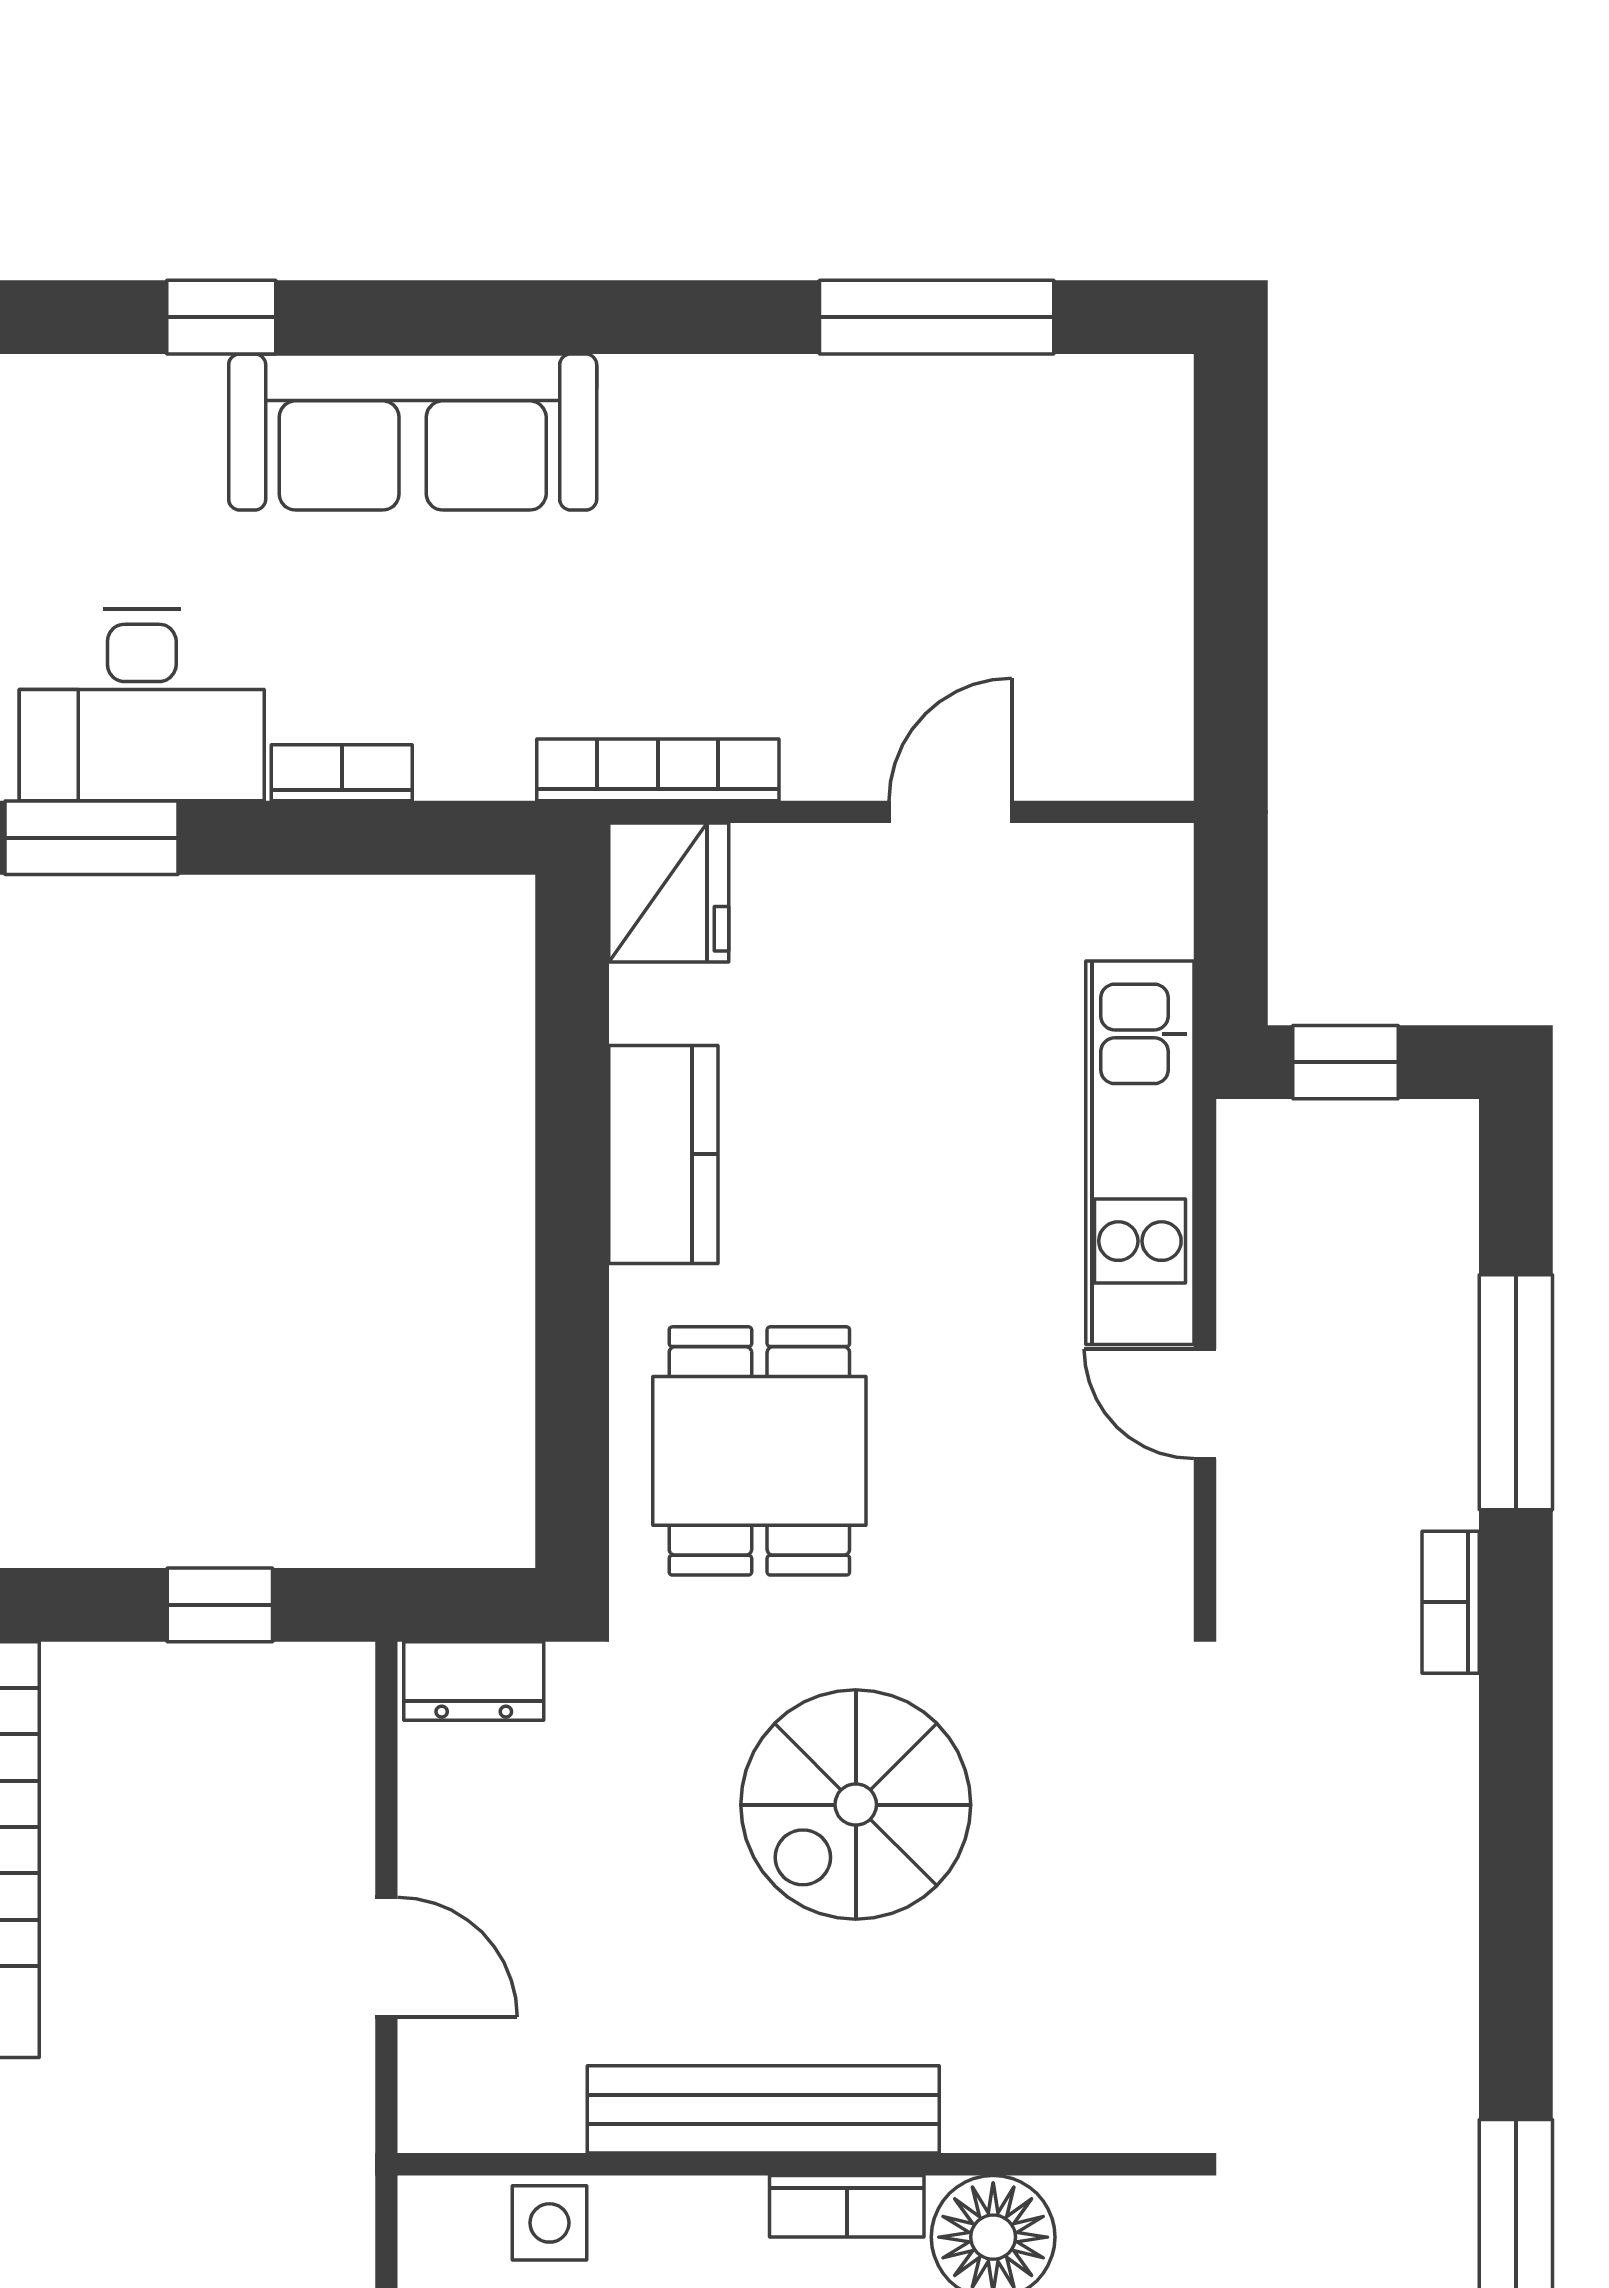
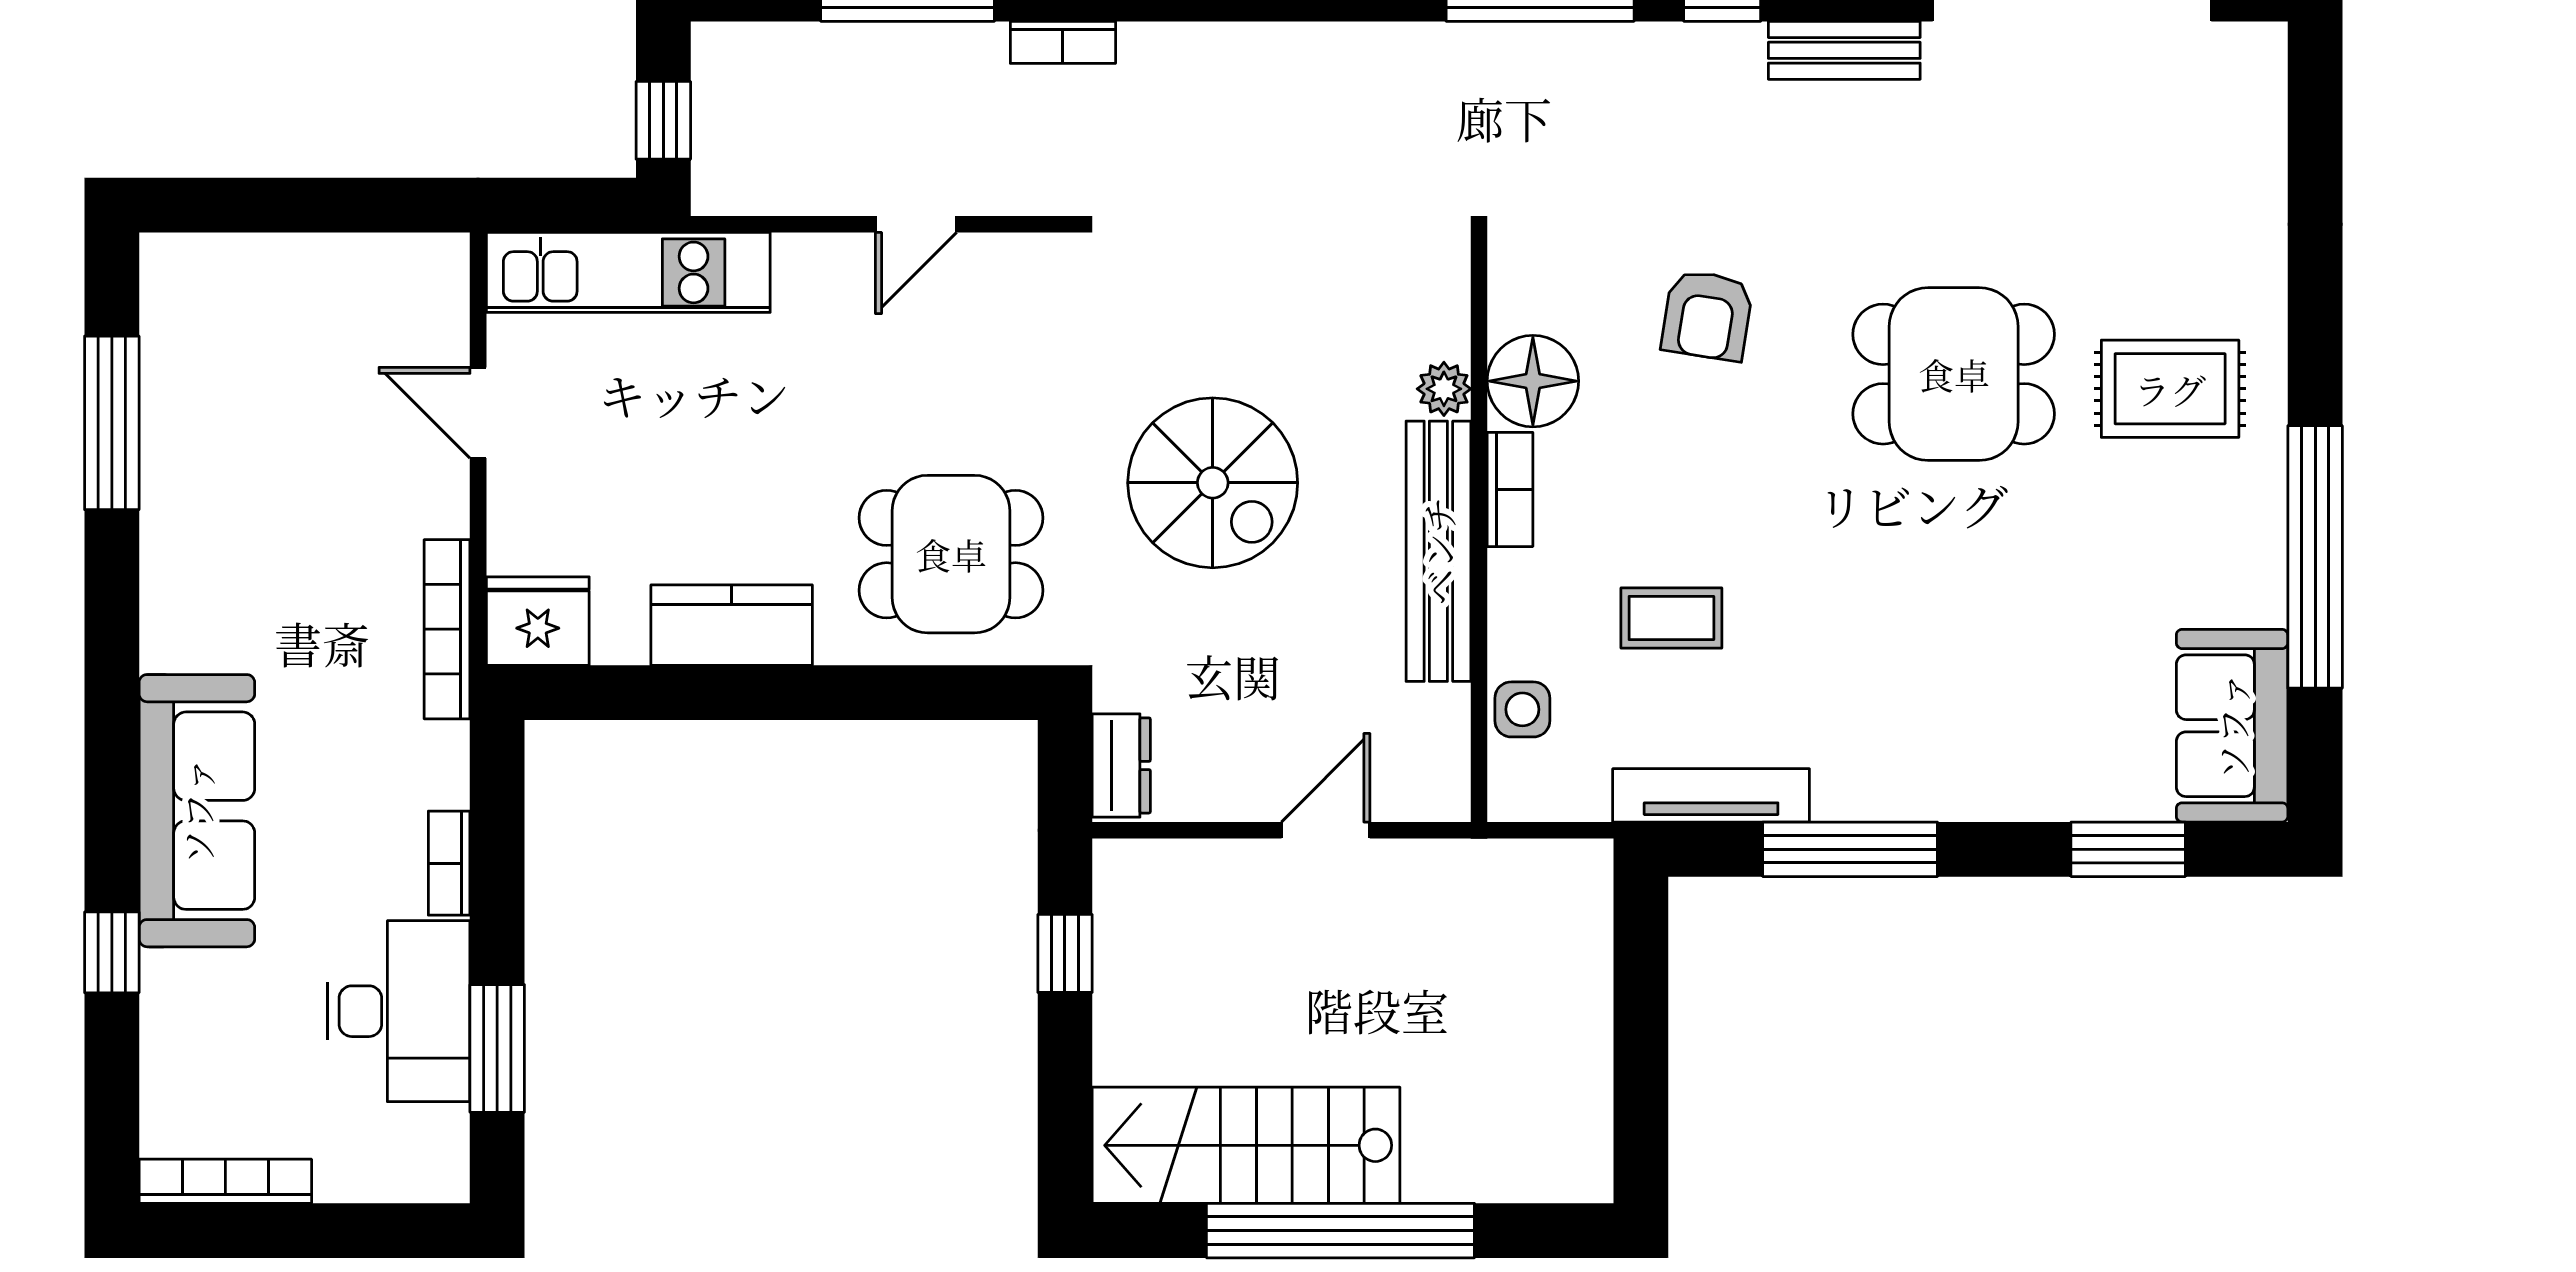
kitchen unit: (1140, 1153) -> (628, 272), moved
plant: (983, 2117) -> (1444, 389), added

